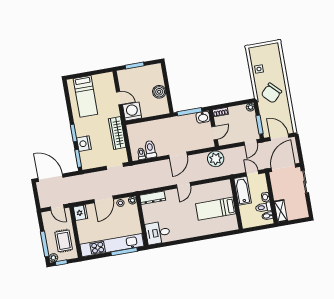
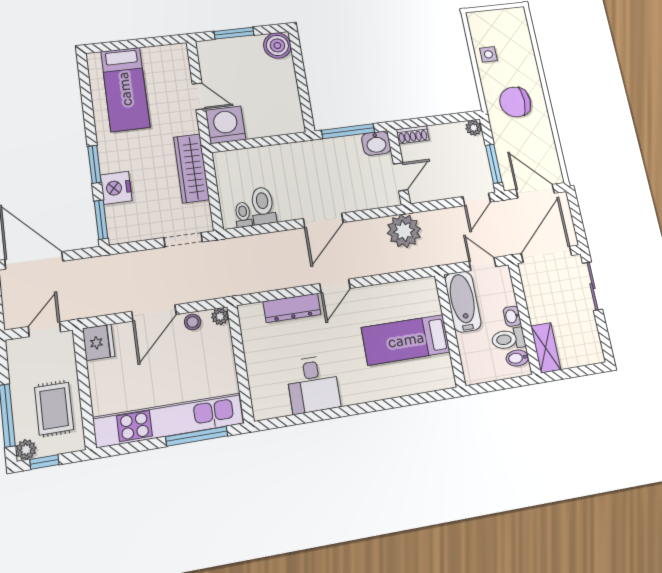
boiler: (159, 92) -> (277, 45), moved
chair: (271, 93) -> (515, 102), turned 45
dresser: (153, 198) -> (292, 308), moved
door: (57, 208) -> (44, 329), swing flipped
desk: (158, 233) -> (313, 384), moved, turned -90

